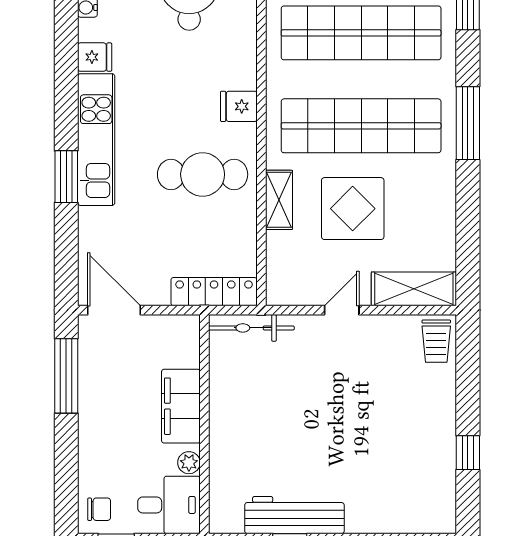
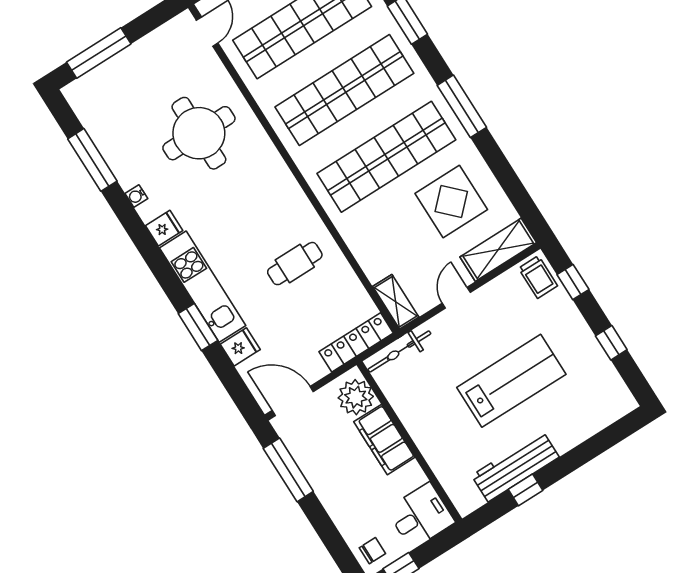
fridge: (239, 106) -> (240, 347), moved, turned 180
cafe table: (203, 174) -> (295, 264), width x0.73, depth x0.74
shelving: (279, 200) -> (396, 302), moved
display table: (353, 209) -> (451, 202), moved
window: (468, 368) -> (573, 282), added
lab bench: (344, 428) -> (511, 381), added
plant: (189, 463) -> (356, 397), moved, width x1.88, depth x1.88

